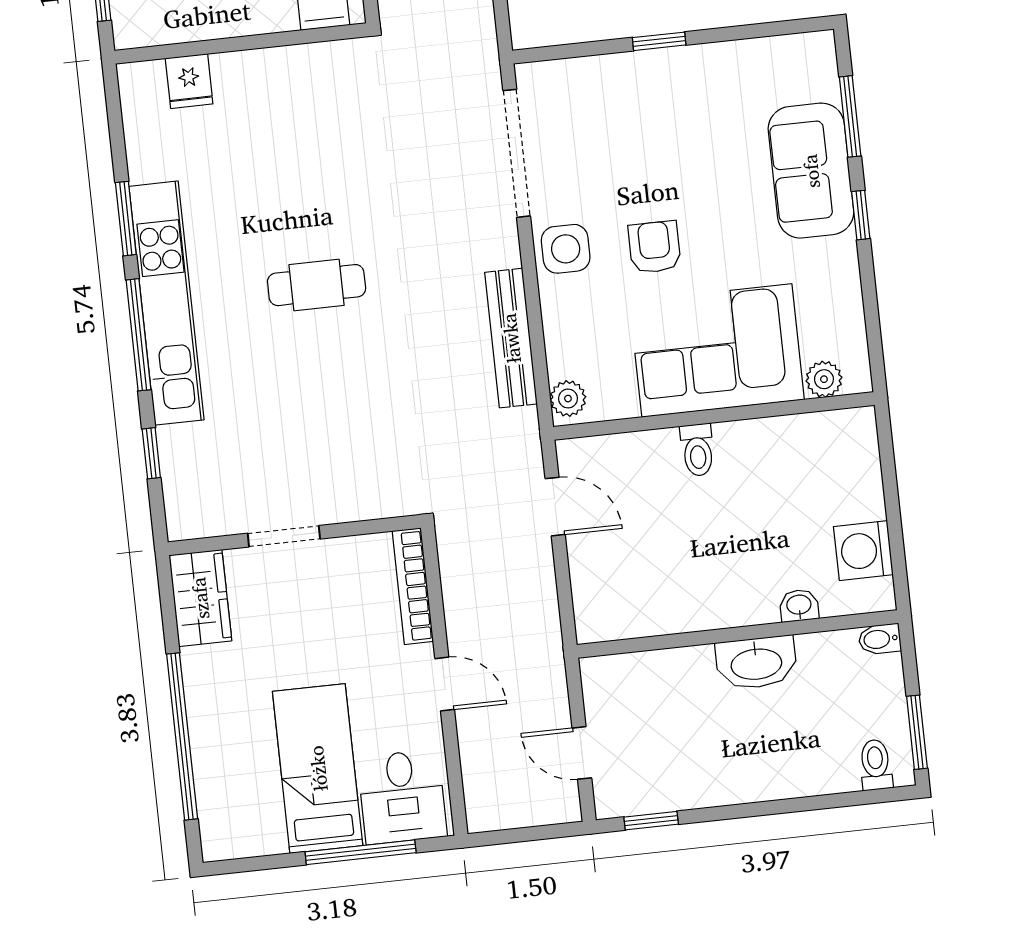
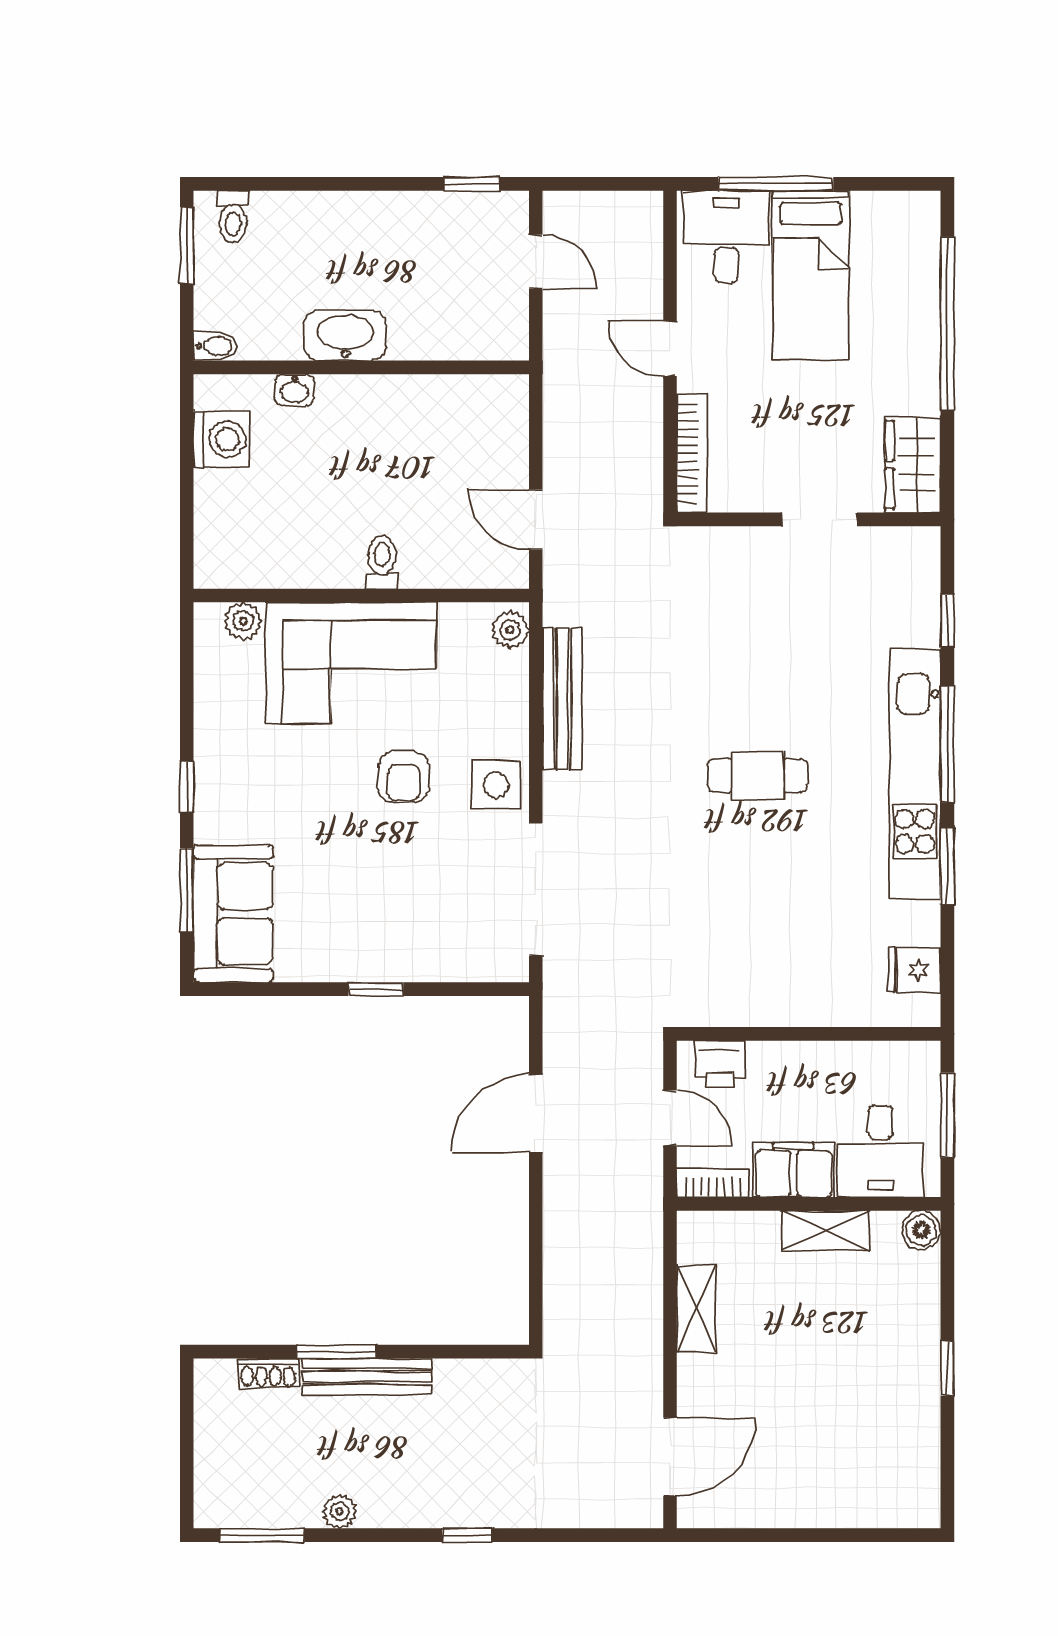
fridge: (189, 81) -> (914, 970), moved, turned -90
sofa: (811, 171) -> (233, 914), moved

